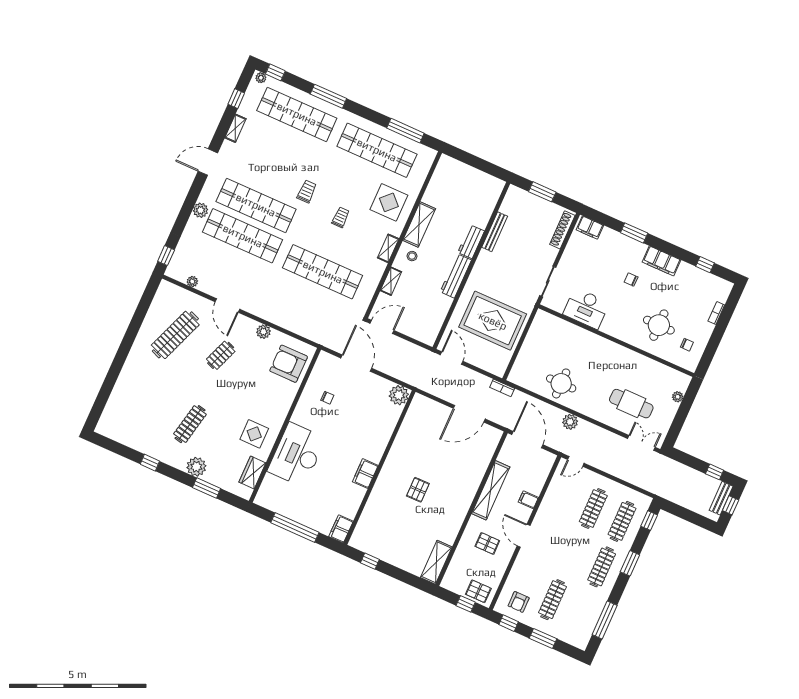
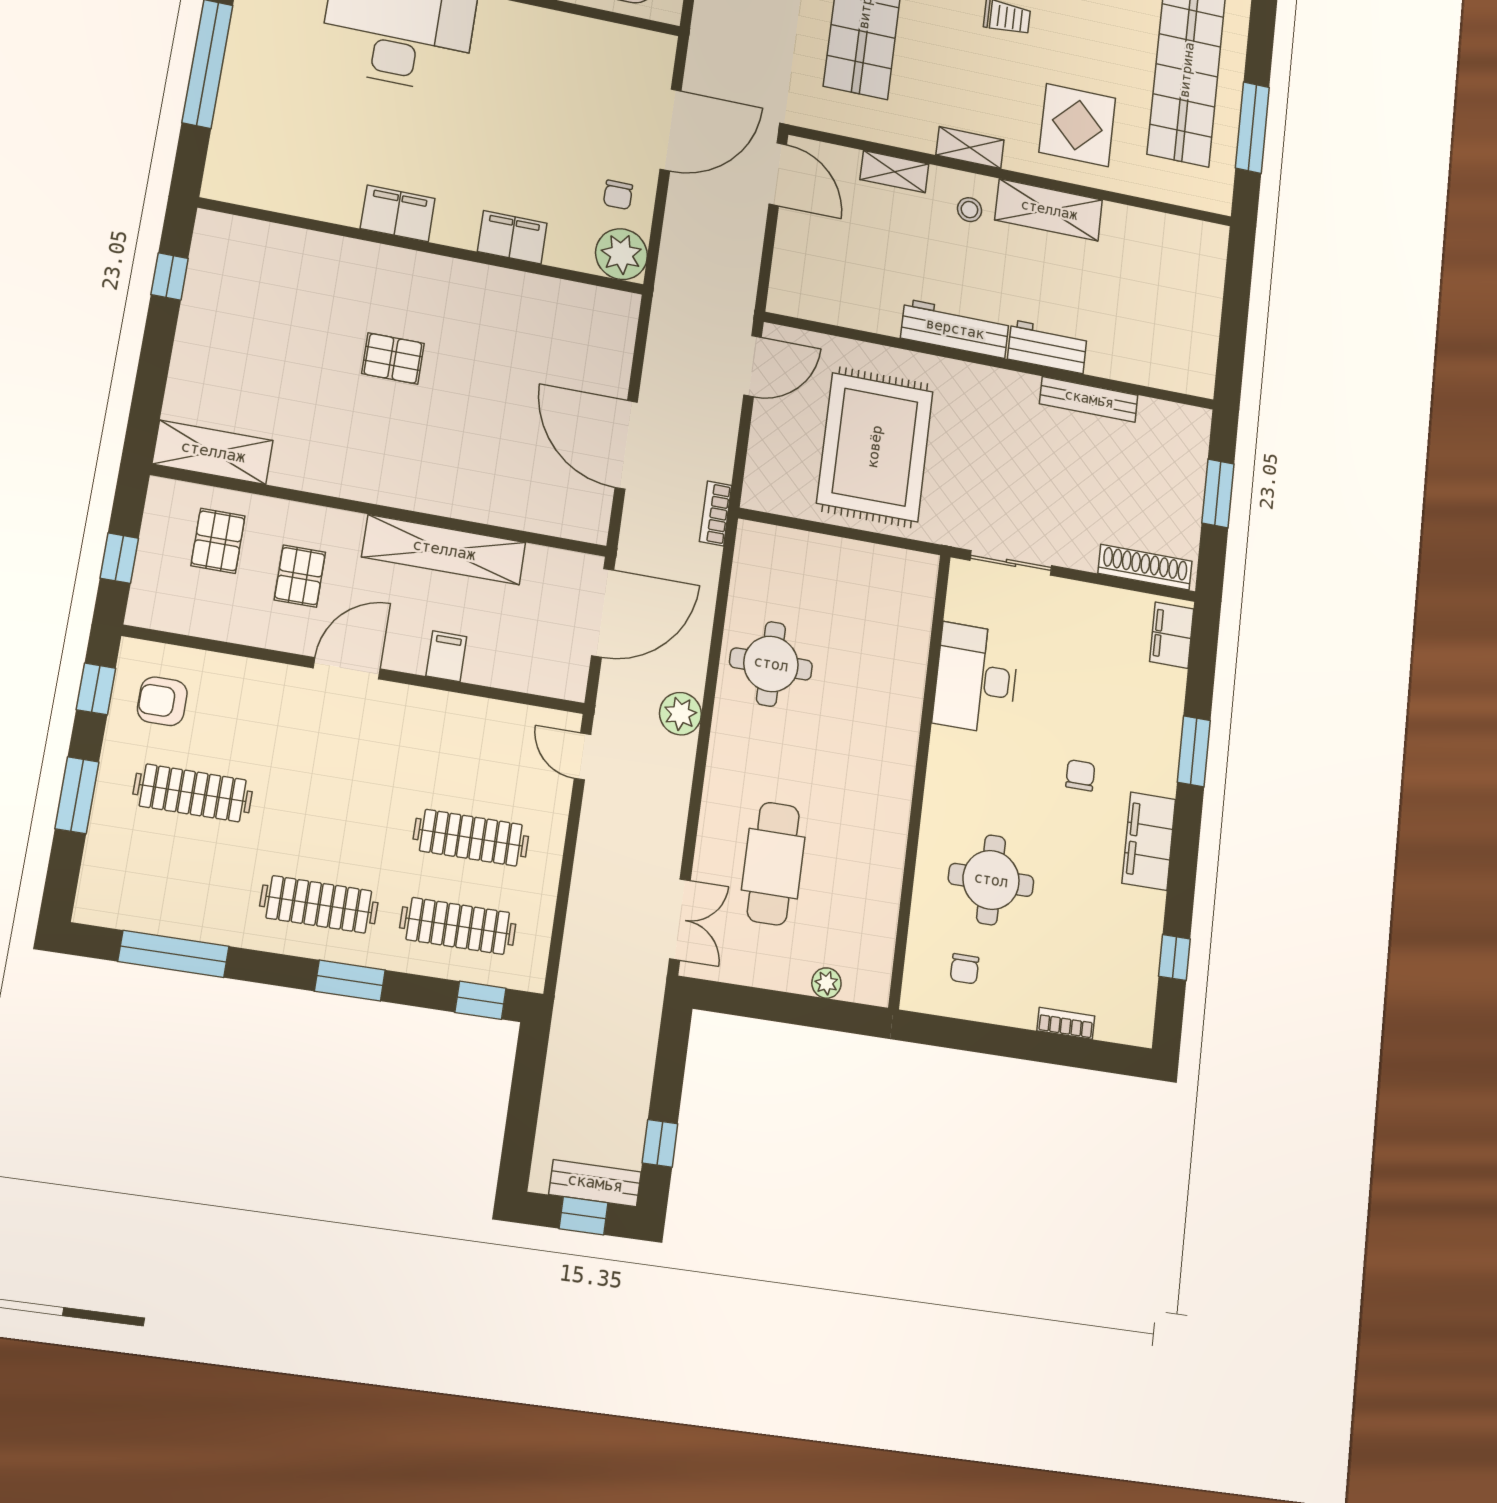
chair: (327, 398) -> (618, 195), moved
filing cabinet: (341, 529) -> (512, 237), moved
pallet: (478, 591) -> (218, 541), moved

